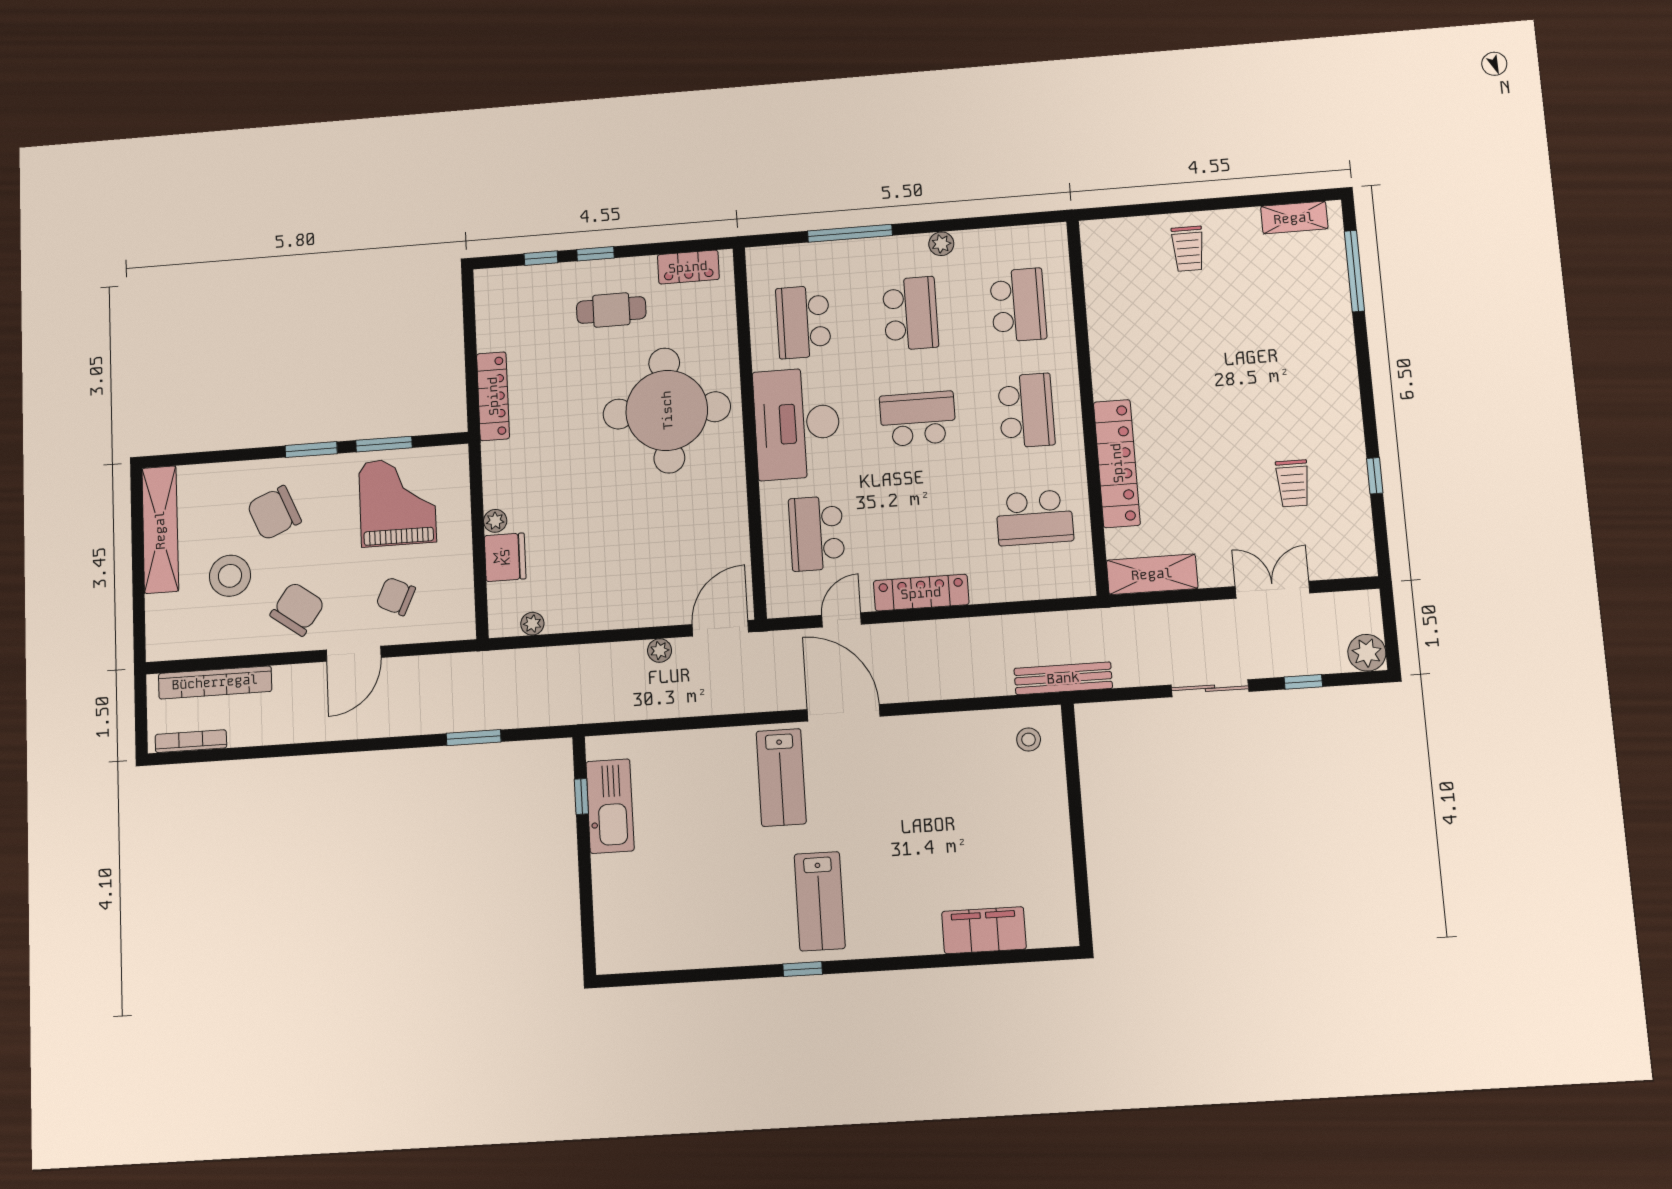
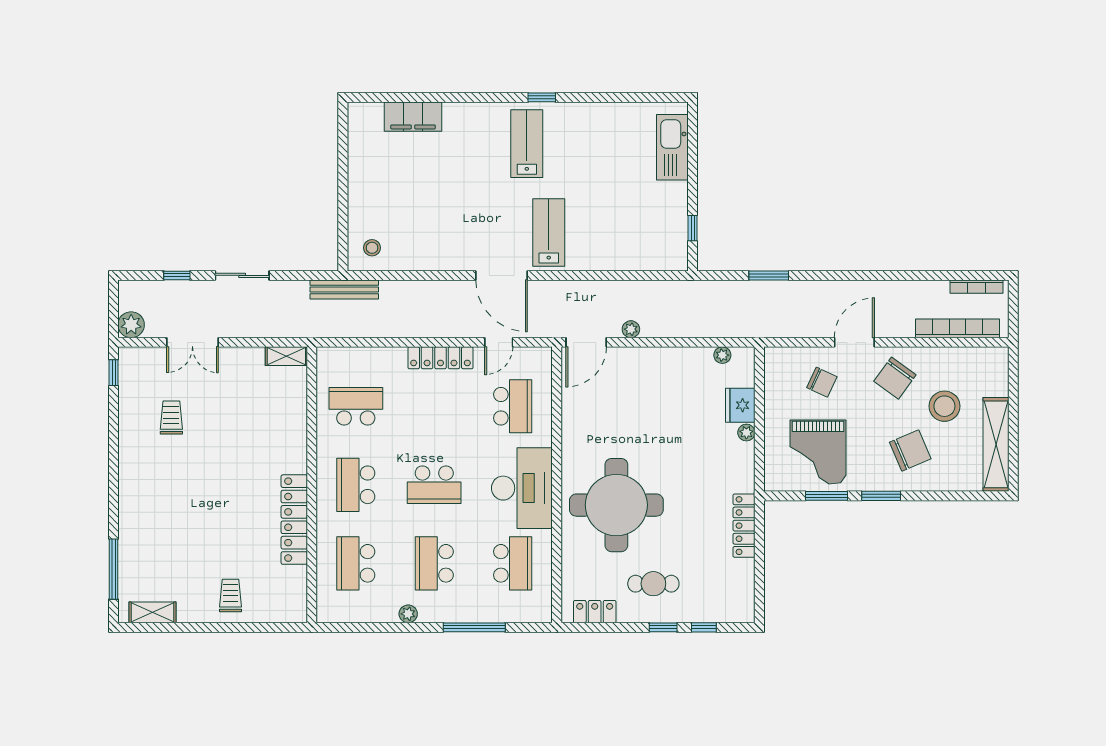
locker: (1117, 463) -> (294, 520), moved
window: (1375, 476) -> (114, 373), moved
shelving: (1152, 574) -> (286, 356), width x0.67, depth x0.75
plant: (1367, 653) -> (131, 325), moved
kitchen sink: (610, 806) -> (672, 147), moved

